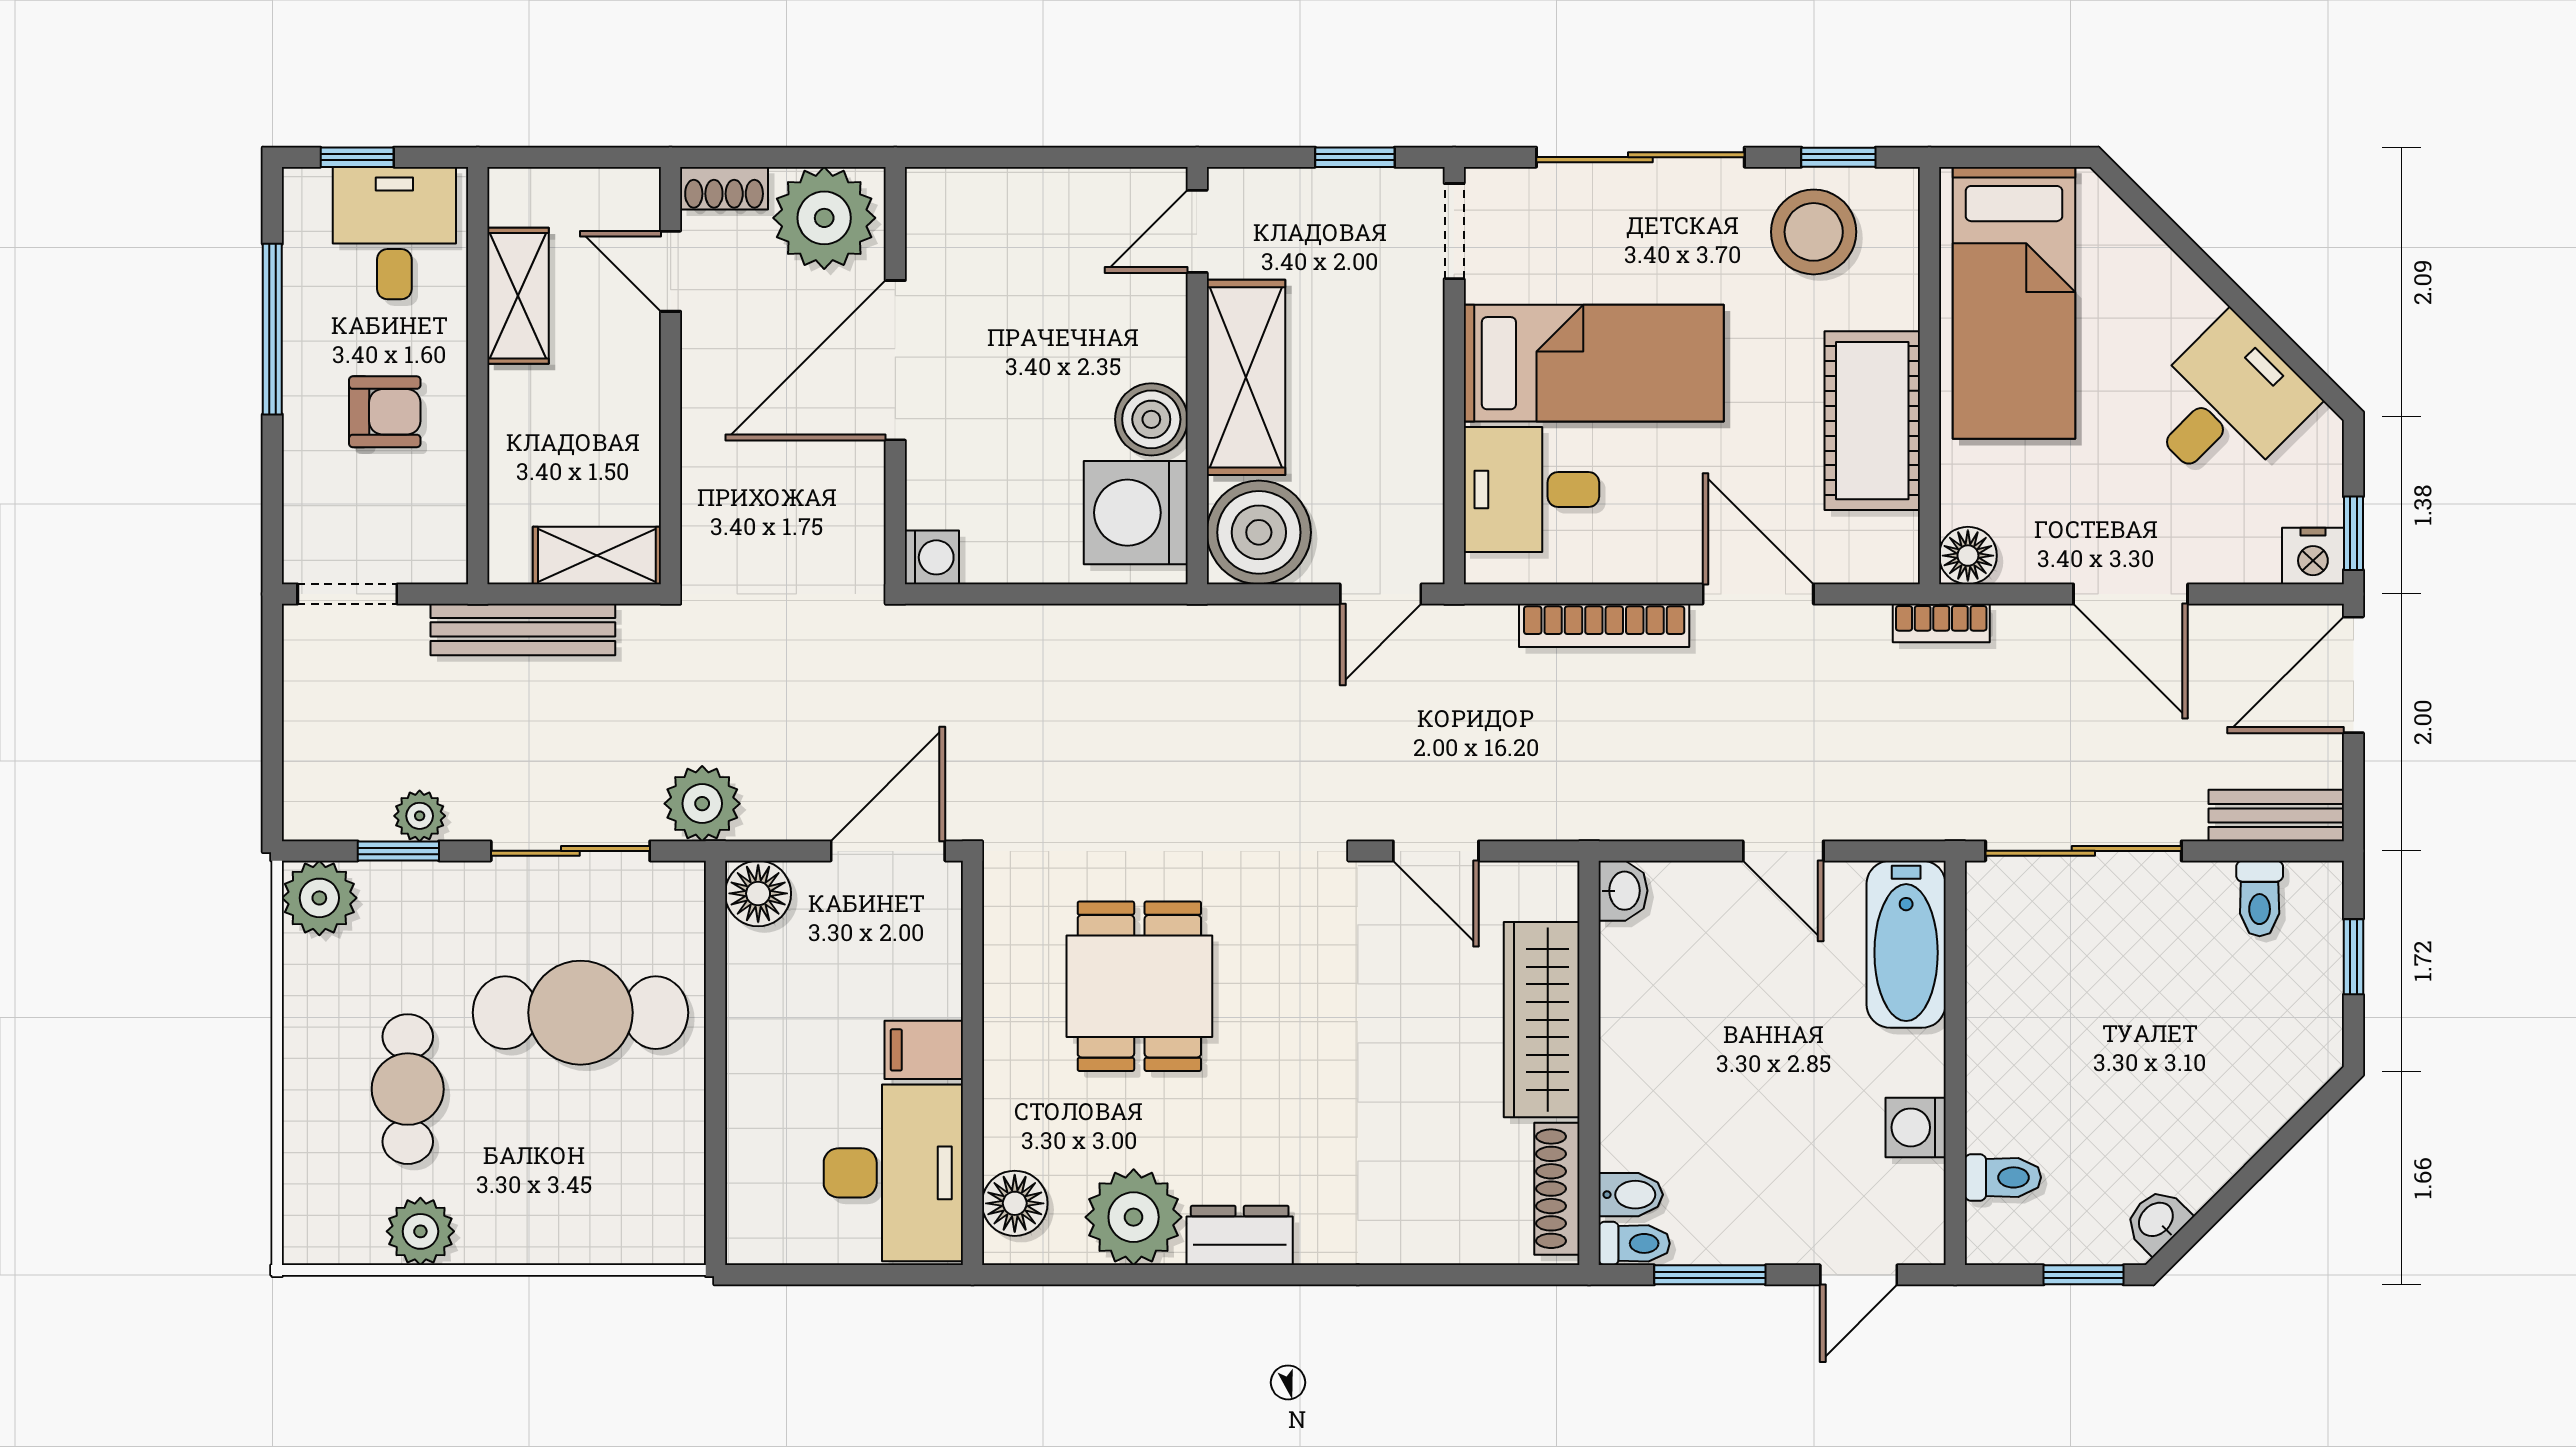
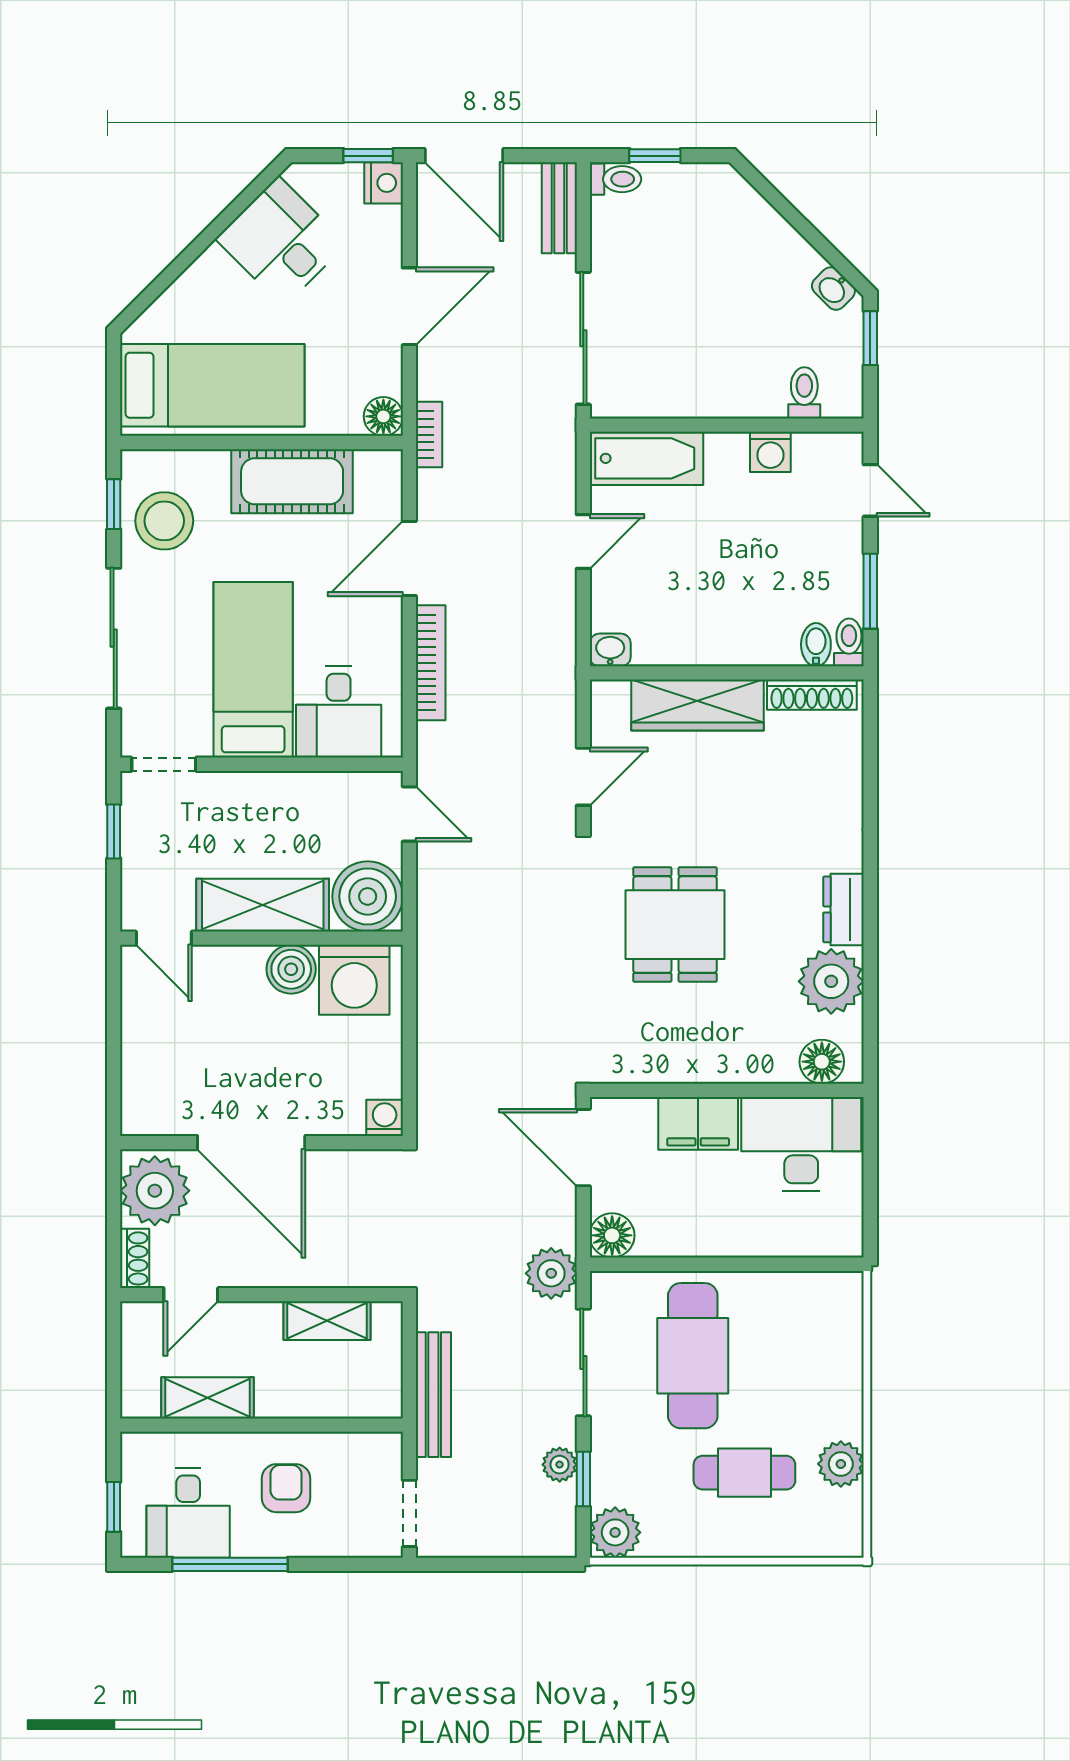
desk: (394, 233) -> (188, 1513), moved, turned -90
shelving: (597, 556) -> (327, 1321), moved, turned 90
toilet: (2260, 898) -> (615, 179), moved
dining table: (1139, 986) -> (675, 925), moved, turned 90
filing cabinet: (924, 1050) -> (698, 1123), width x2.00

